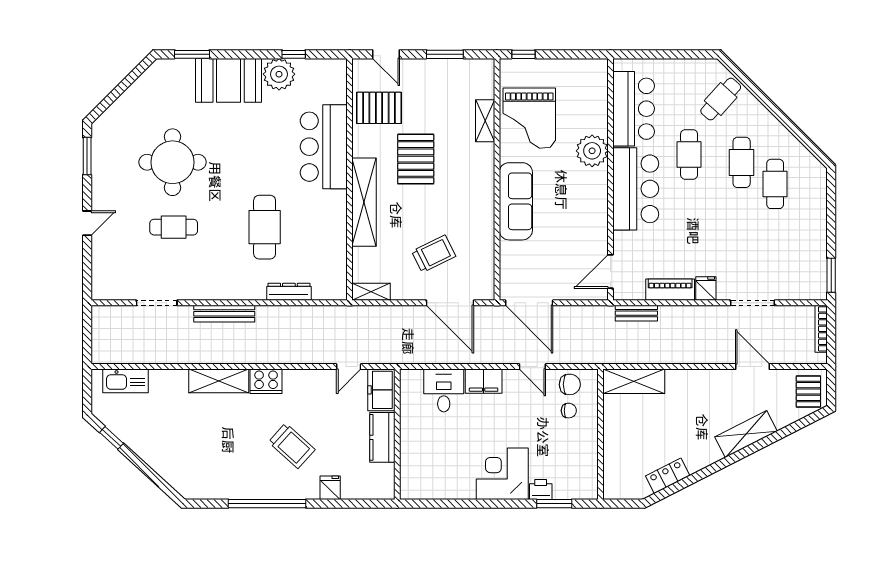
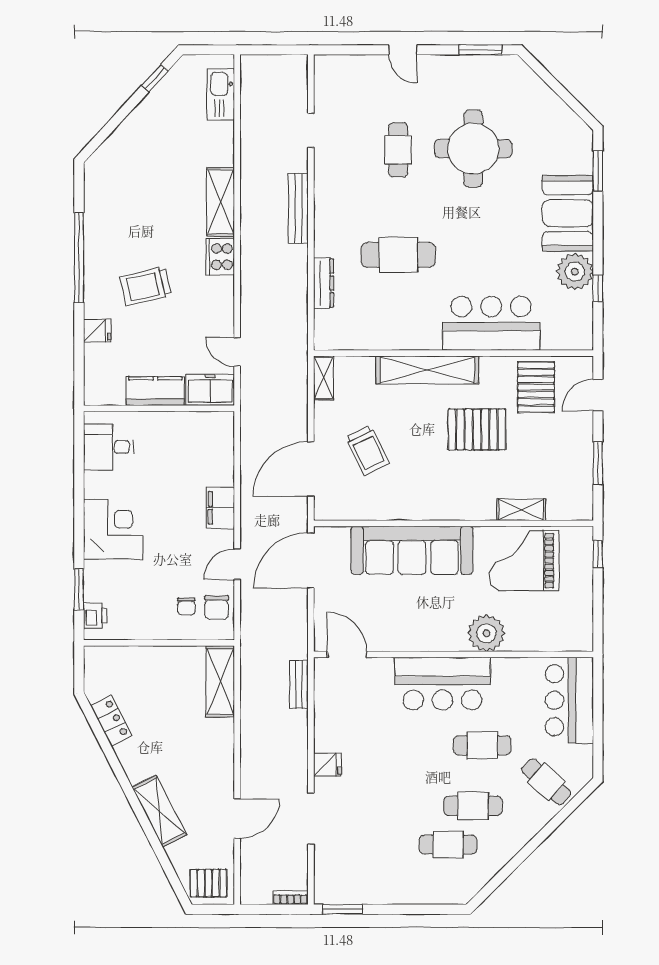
bar counter: (634, 109) -> (569, 700), moved, turned 90
sofa: (516, 201) -> (412, 550), width x1.36, depth x1.27
piano: (670, 290) -> (326, 723), removed
doorway: (157, 303) -> (311, 130), width x0.73
bookcase: (821, 329) -> (291, 898), width x0.64
desk: (444, 390) -> (108, 447), moved, turned 180
trolley: (292, 446) -> (146, 286), turned 35
printer: (541, 490) -> (95, 615), moved

